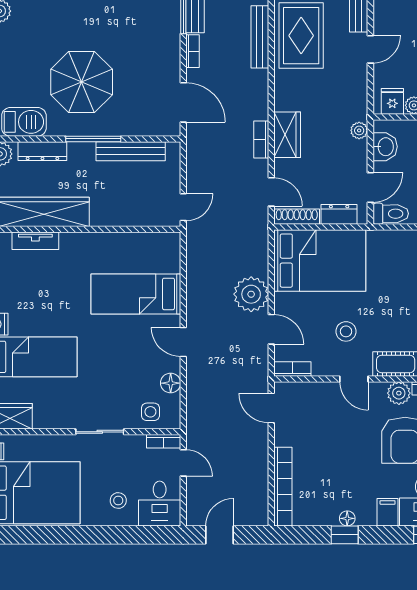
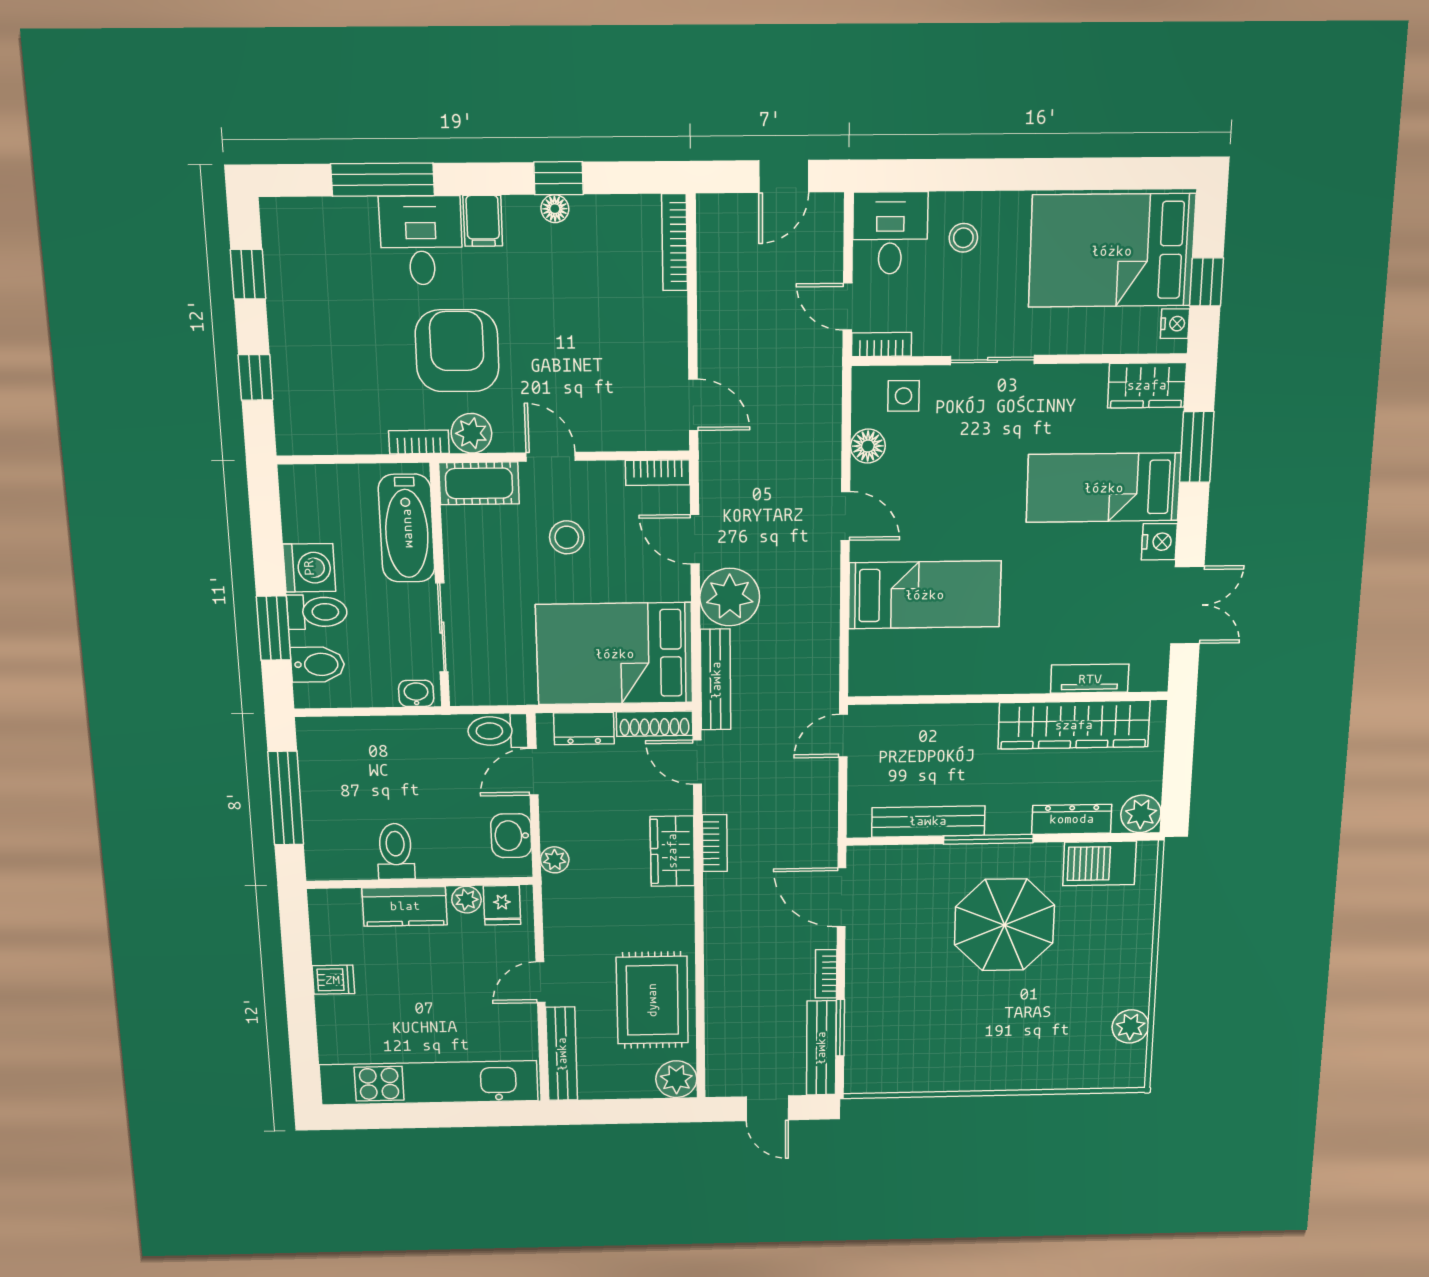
bench: (260, 37) -> (716, 680), moved
bookcase: (283, 487) -> (675, 242), width x0.68, depth x0.76

